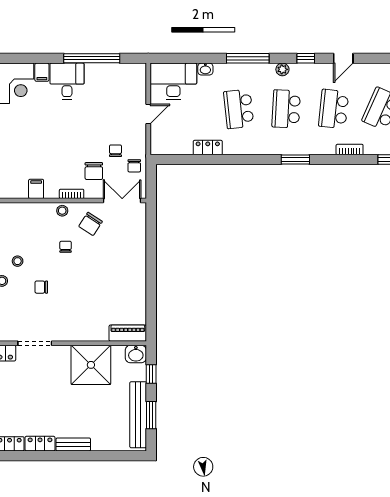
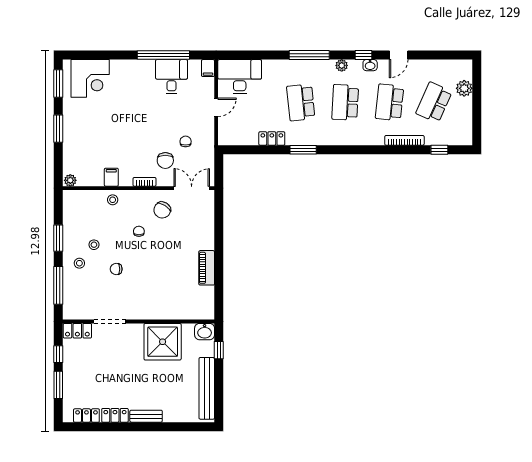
washbasin: (205, 69) -> (370, 65), moved
filing cabinet: (42, 72) -> (208, 68), moved
desk: (67, 81) -> (171, 77), moved
bookcase: (350, 149) -> (404, 140), width x1.56
window: (295, 160) -> (303, 150), moved
chair: (134, 166) -> (203, 156), removed
stool: (62, 211) -> (113, 200), moved
piano: (128, 333) -> (207, 268), moved, turned -90
window: (151, 415) -> (219, 389), removed

